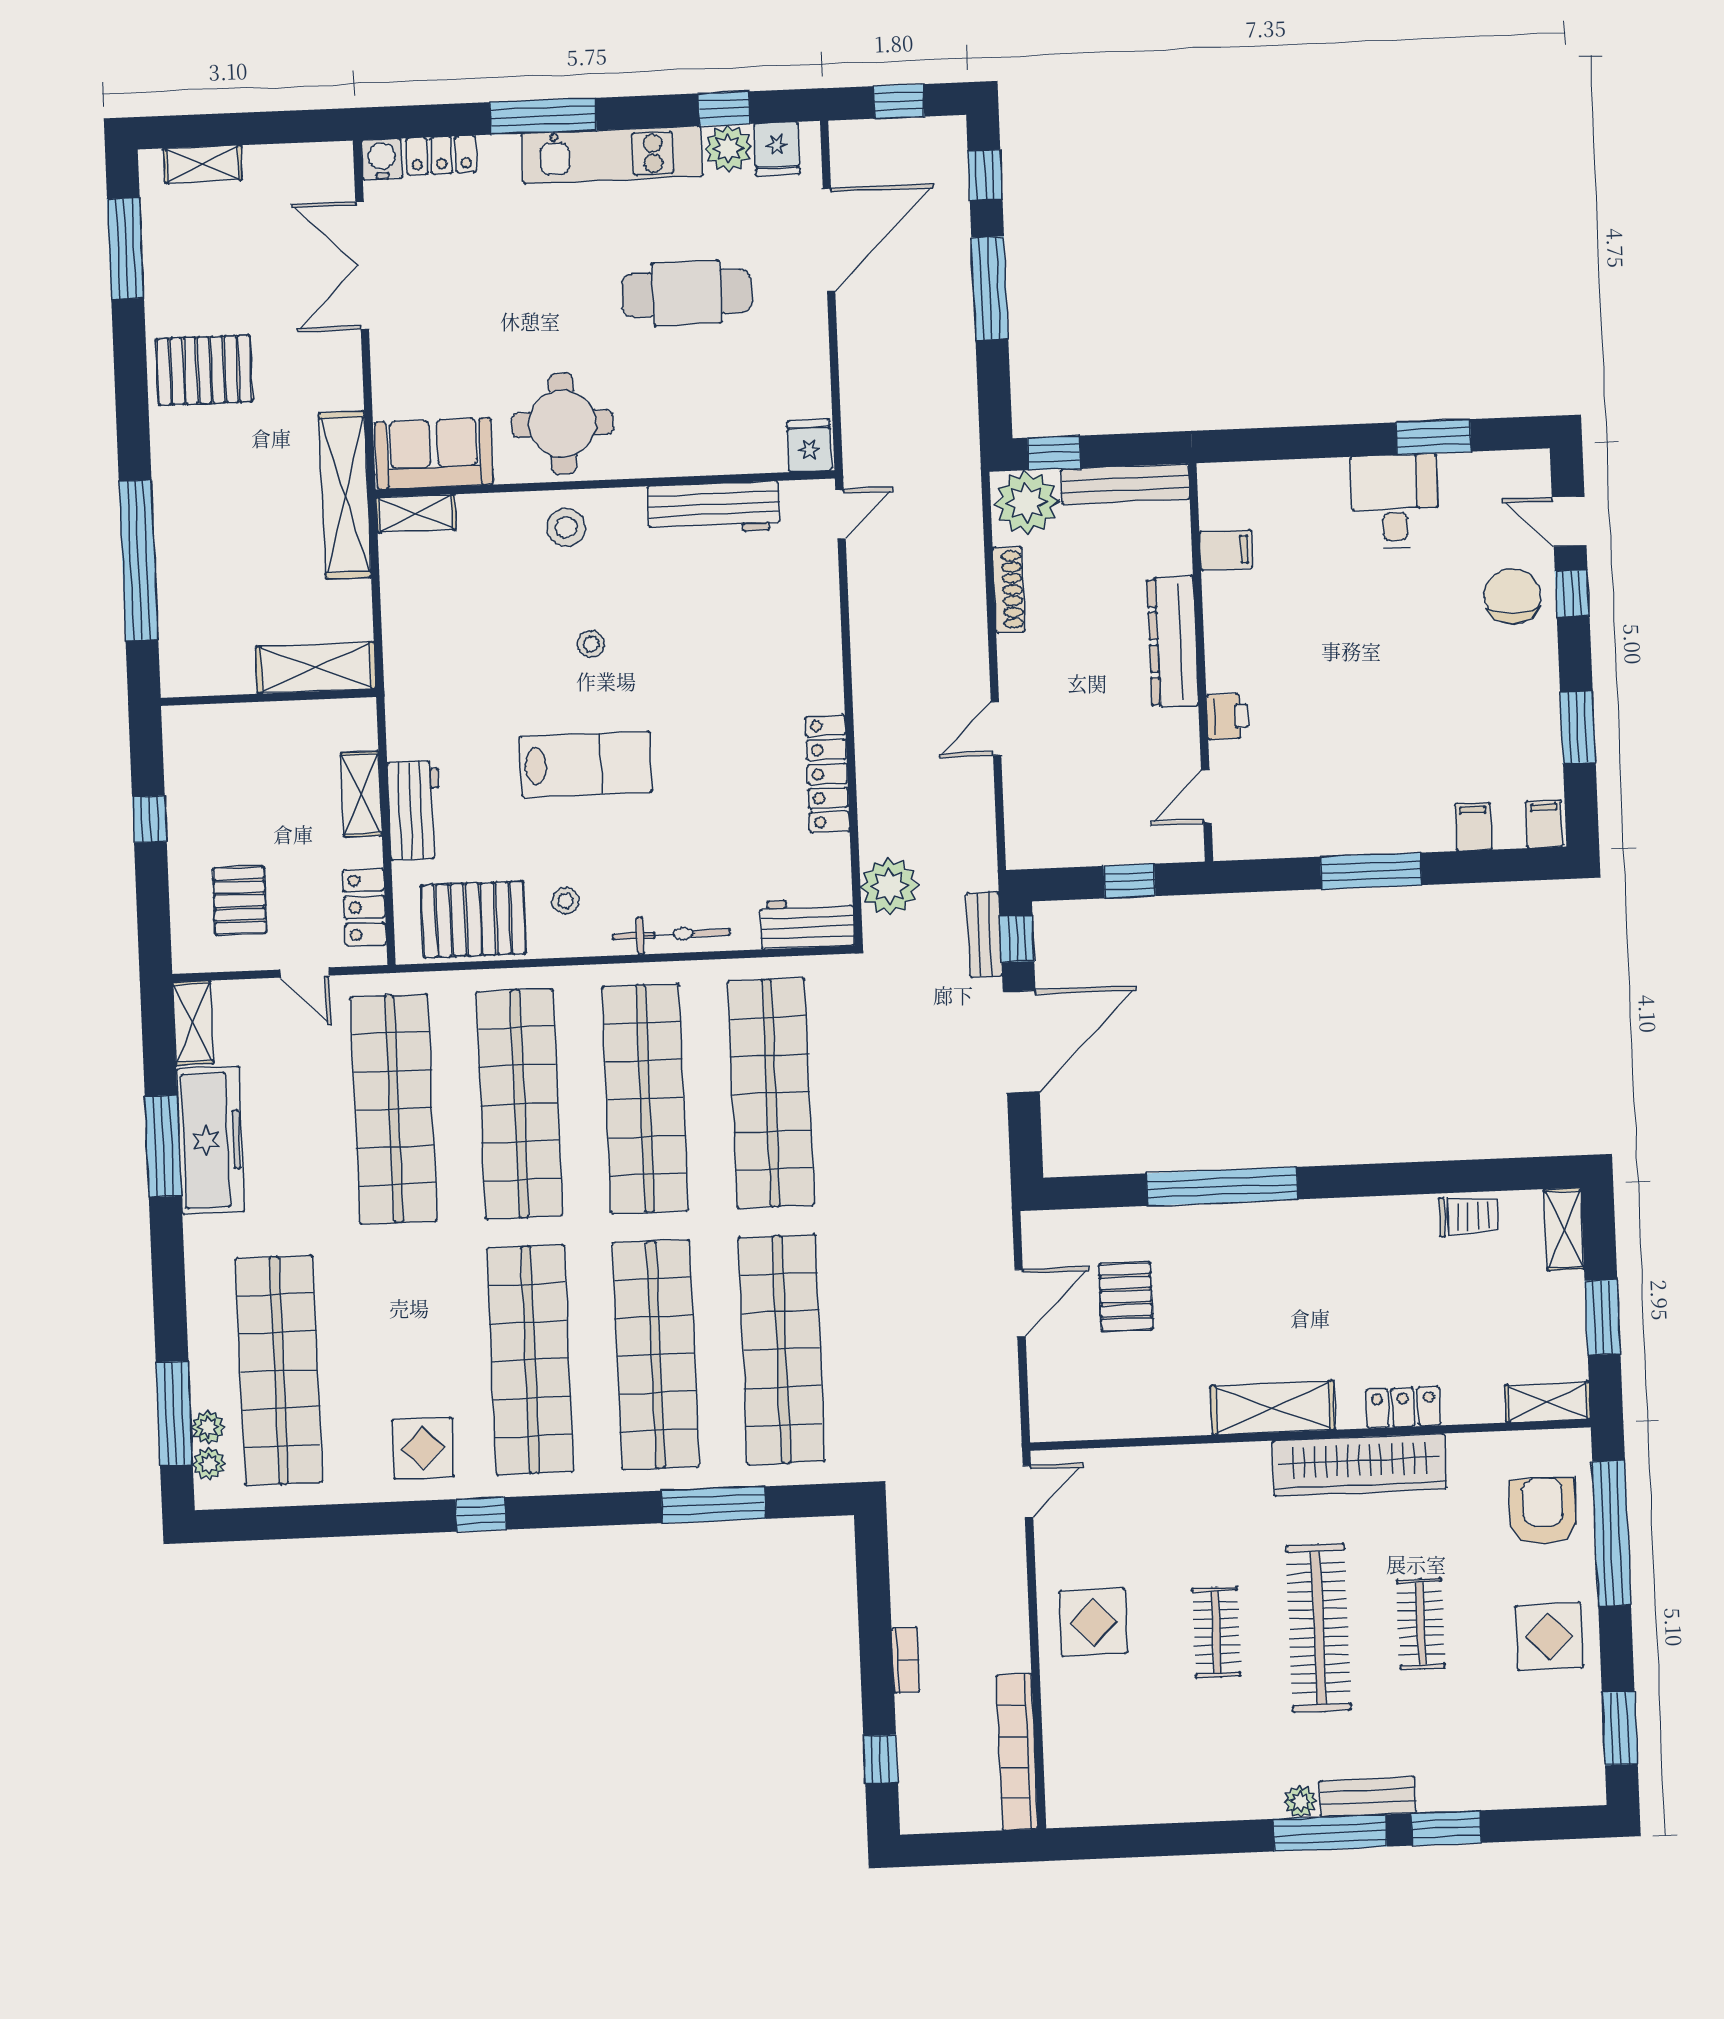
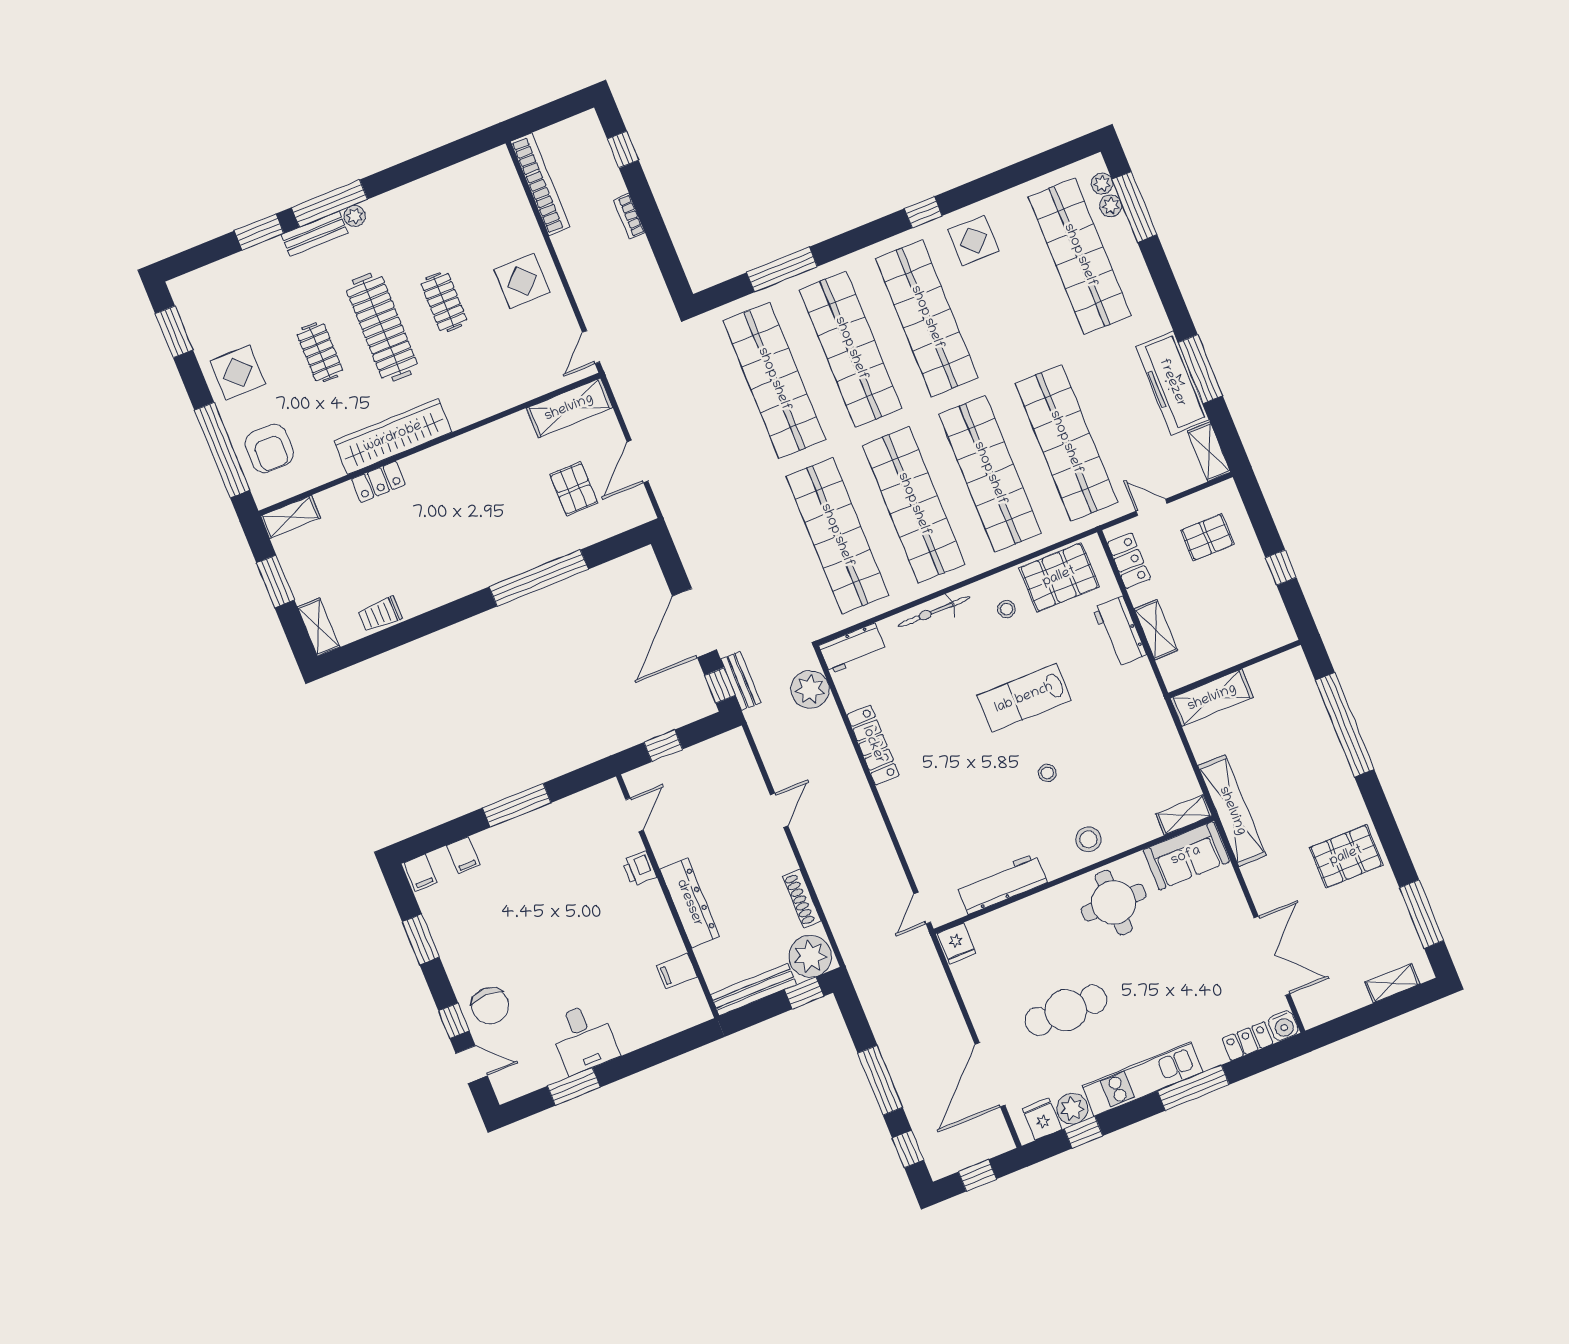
pallet: (240, 901) -> (1207, 537), turned 90
shelving: (1273, 1408) -> (569, 408), moved

